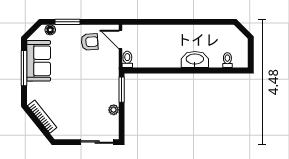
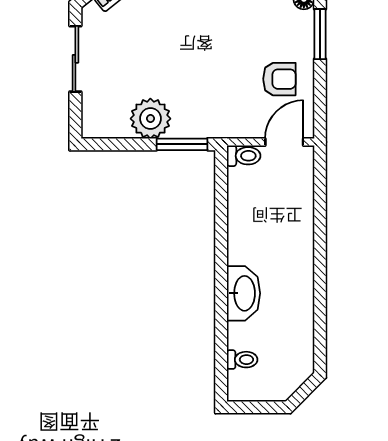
armchair: (90, 42) -> (279, 79), turned -86
plant: (114, 110) -> (150, 119), width x1.87, depth x1.87
sliding door: (97, 142) -> (75, 59), moved

